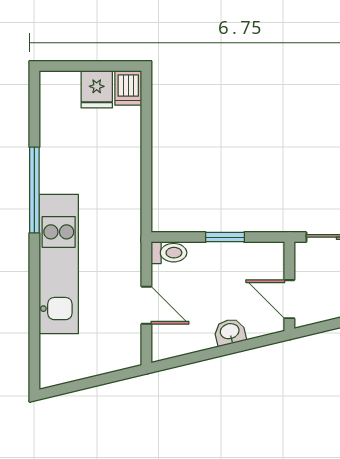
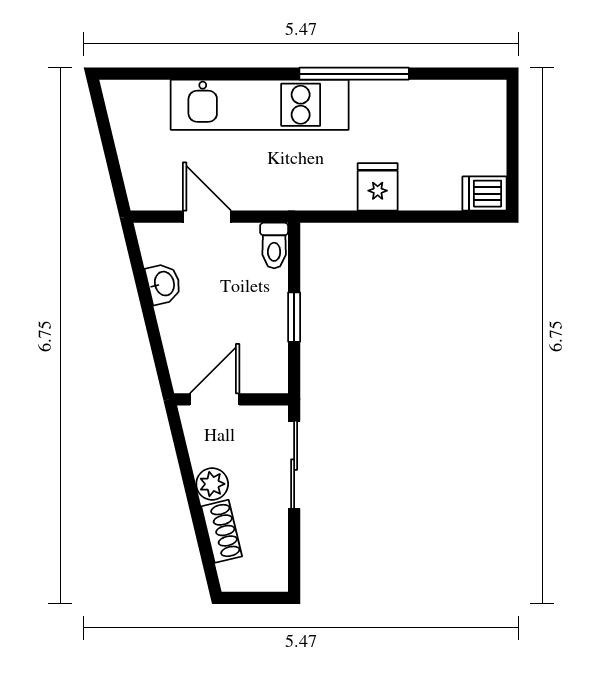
fridge: (97, 89) -> (378, 187), moved, turned 90
door: (146, 305) -> (207, 217), swing flipped
washbasin: (230, 332) -> (164, 284), moved

